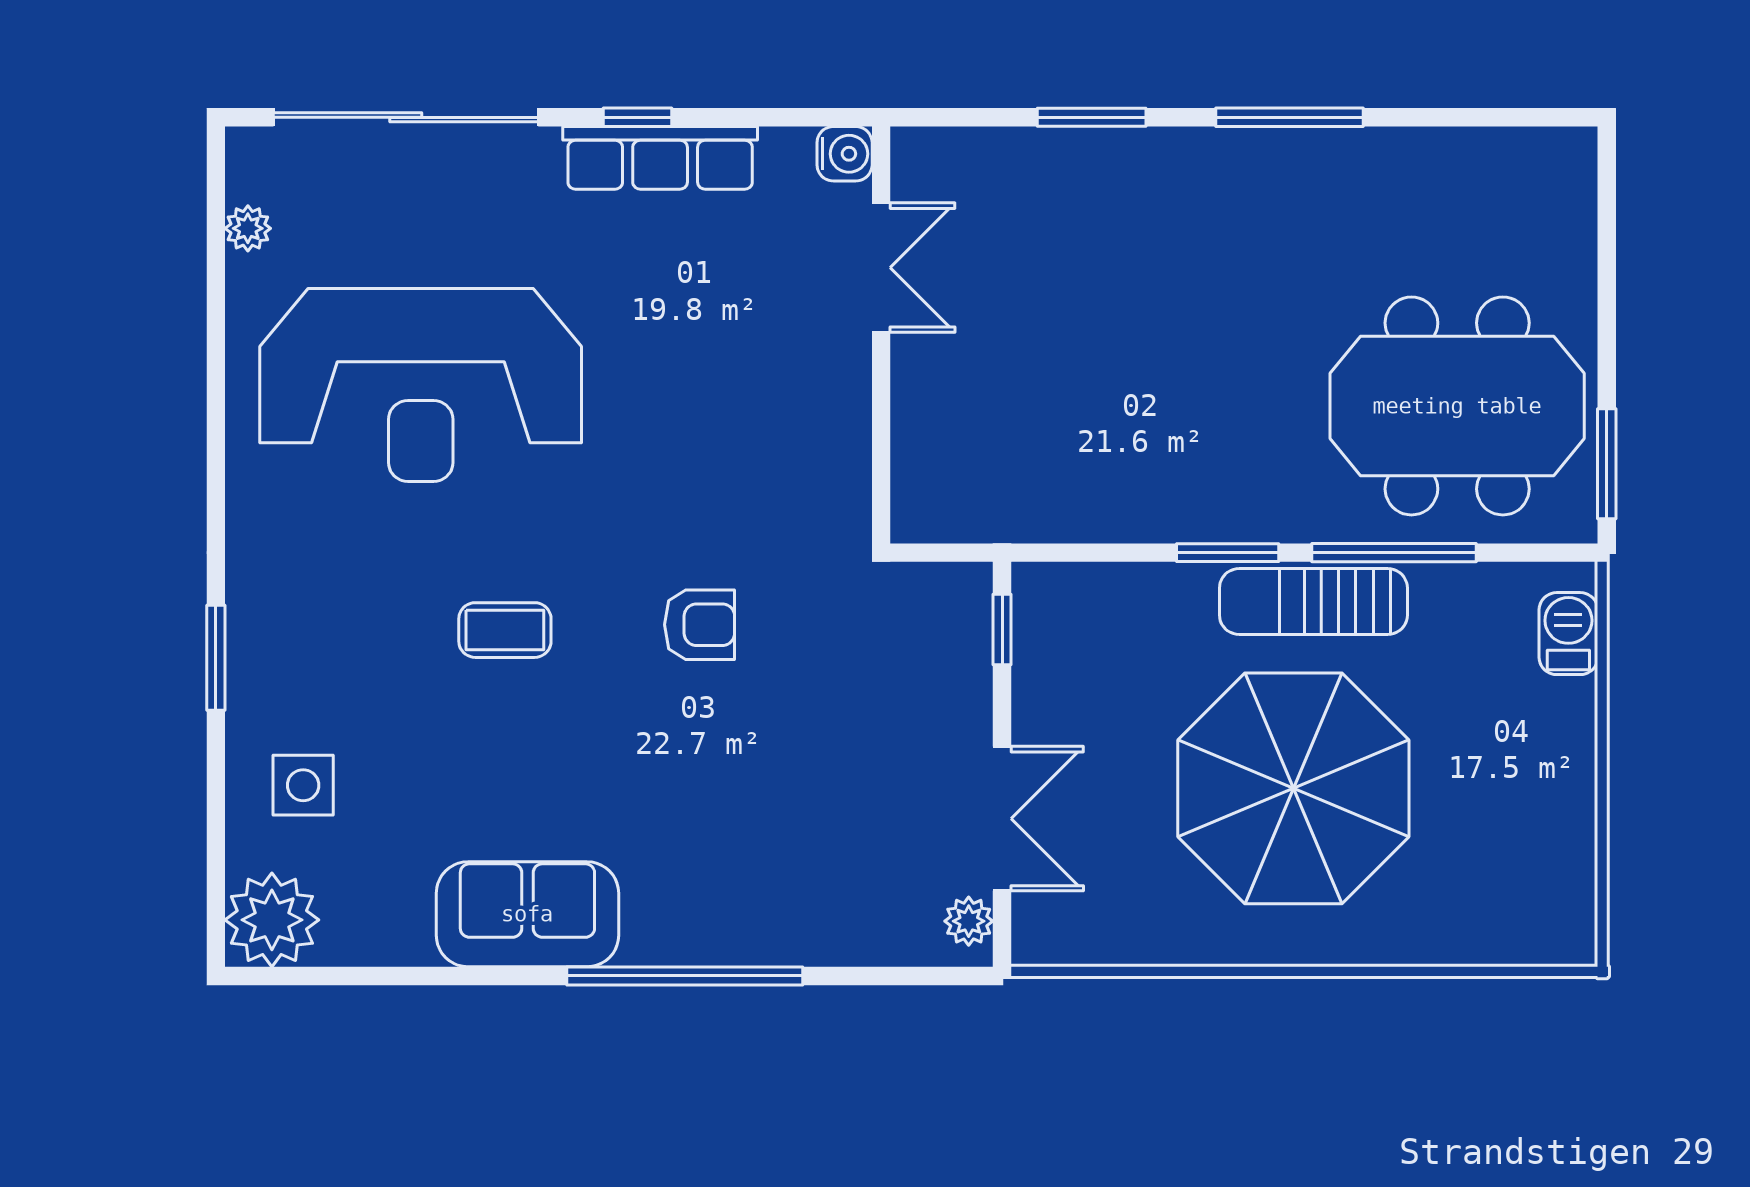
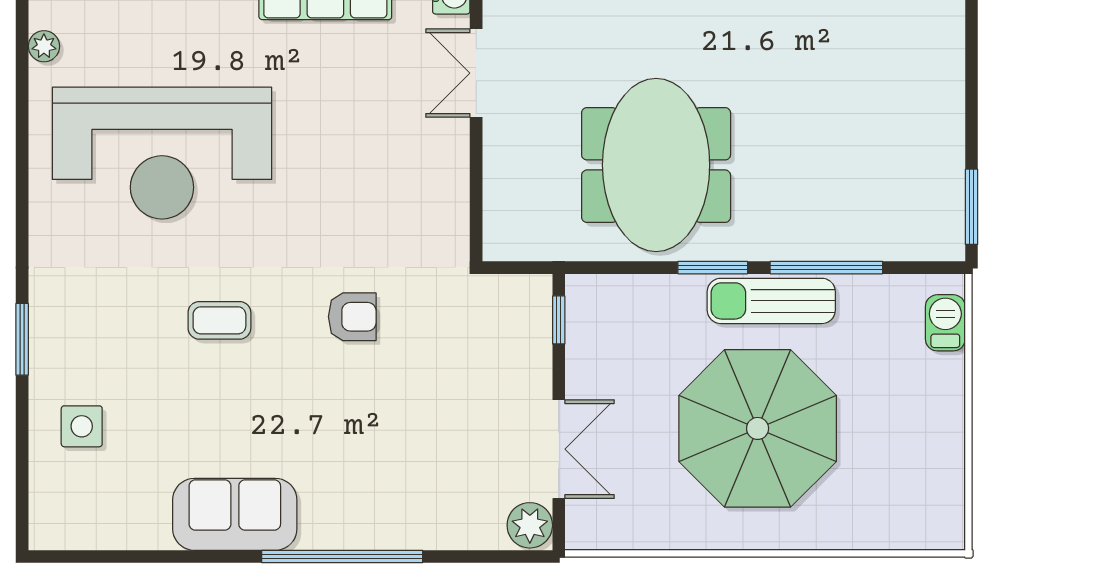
double door: (881, 268) -> (476, 73), swing flipped
meeting table: (1457, 406) -> (656, 165), moved, turned 90
plant: (272, 920) -> (60, 518), removed
plant: (969, 921) -> (530, 525), width x1.38, depth x1.38

